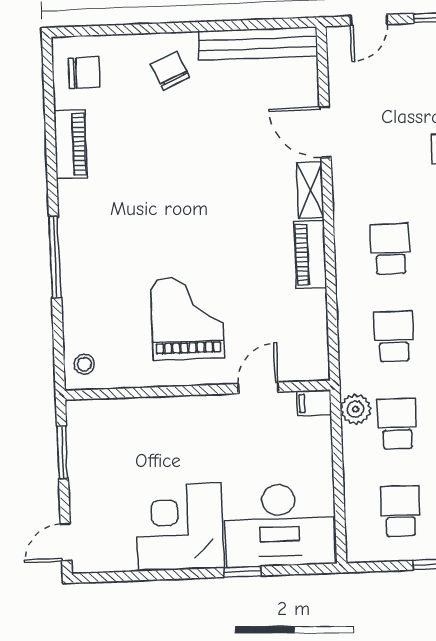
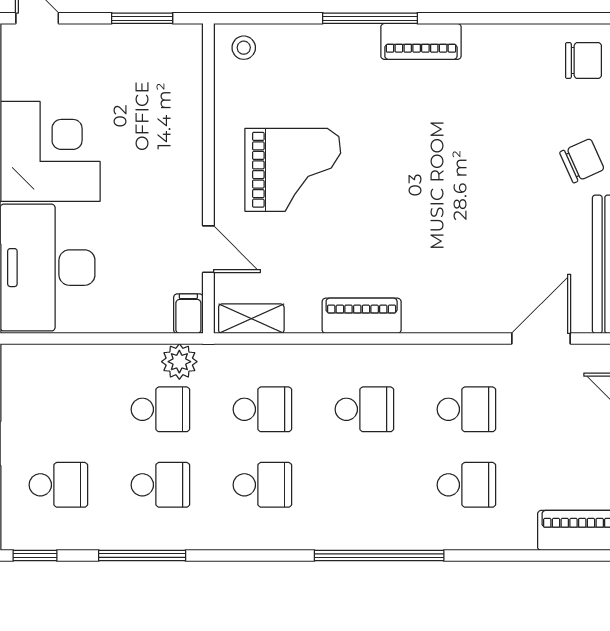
chair: (84, 73) -> (583, 61), turned -90
door: (325, 132) -> (541, 339), moved
piano: (71, 144) -> (421, 41), moved
shelving: (310, 190) -> (251, 319), moved
school desk: (400, 511) -> (466, 409), moved

